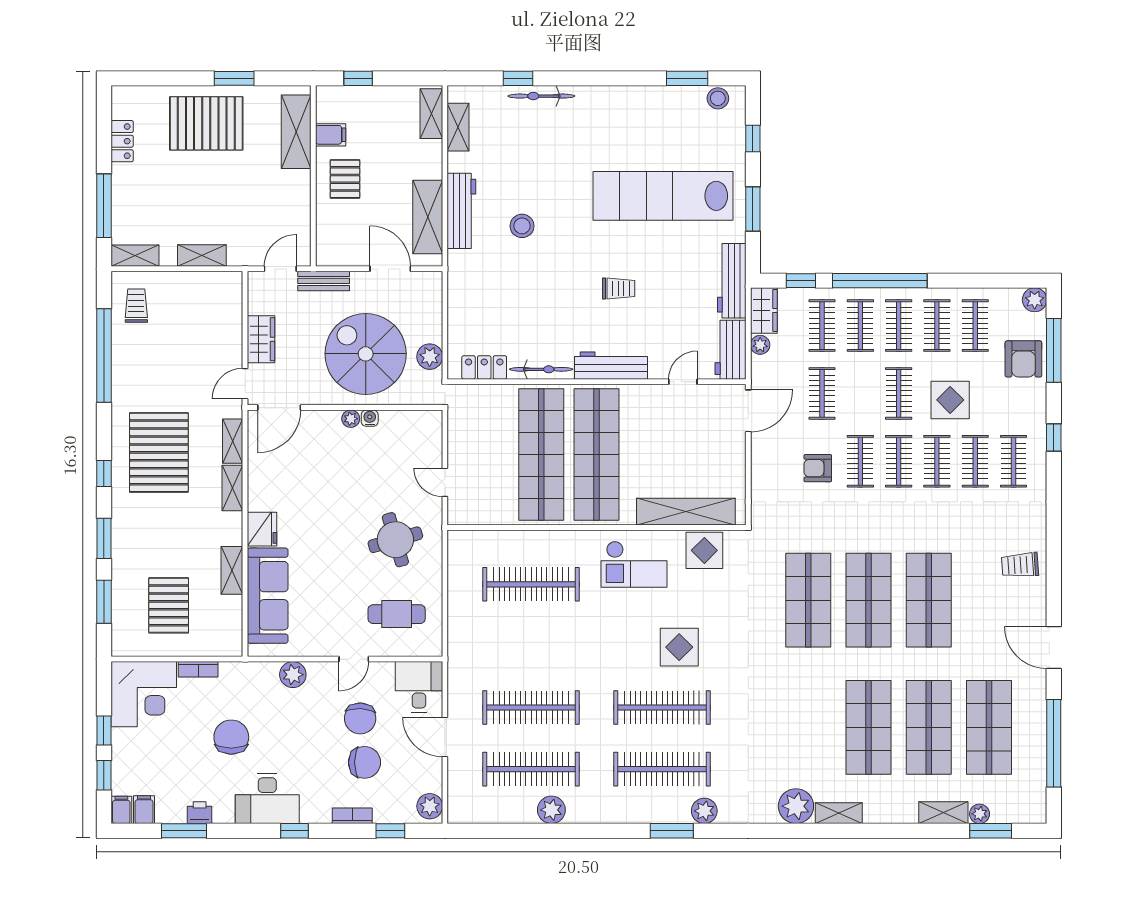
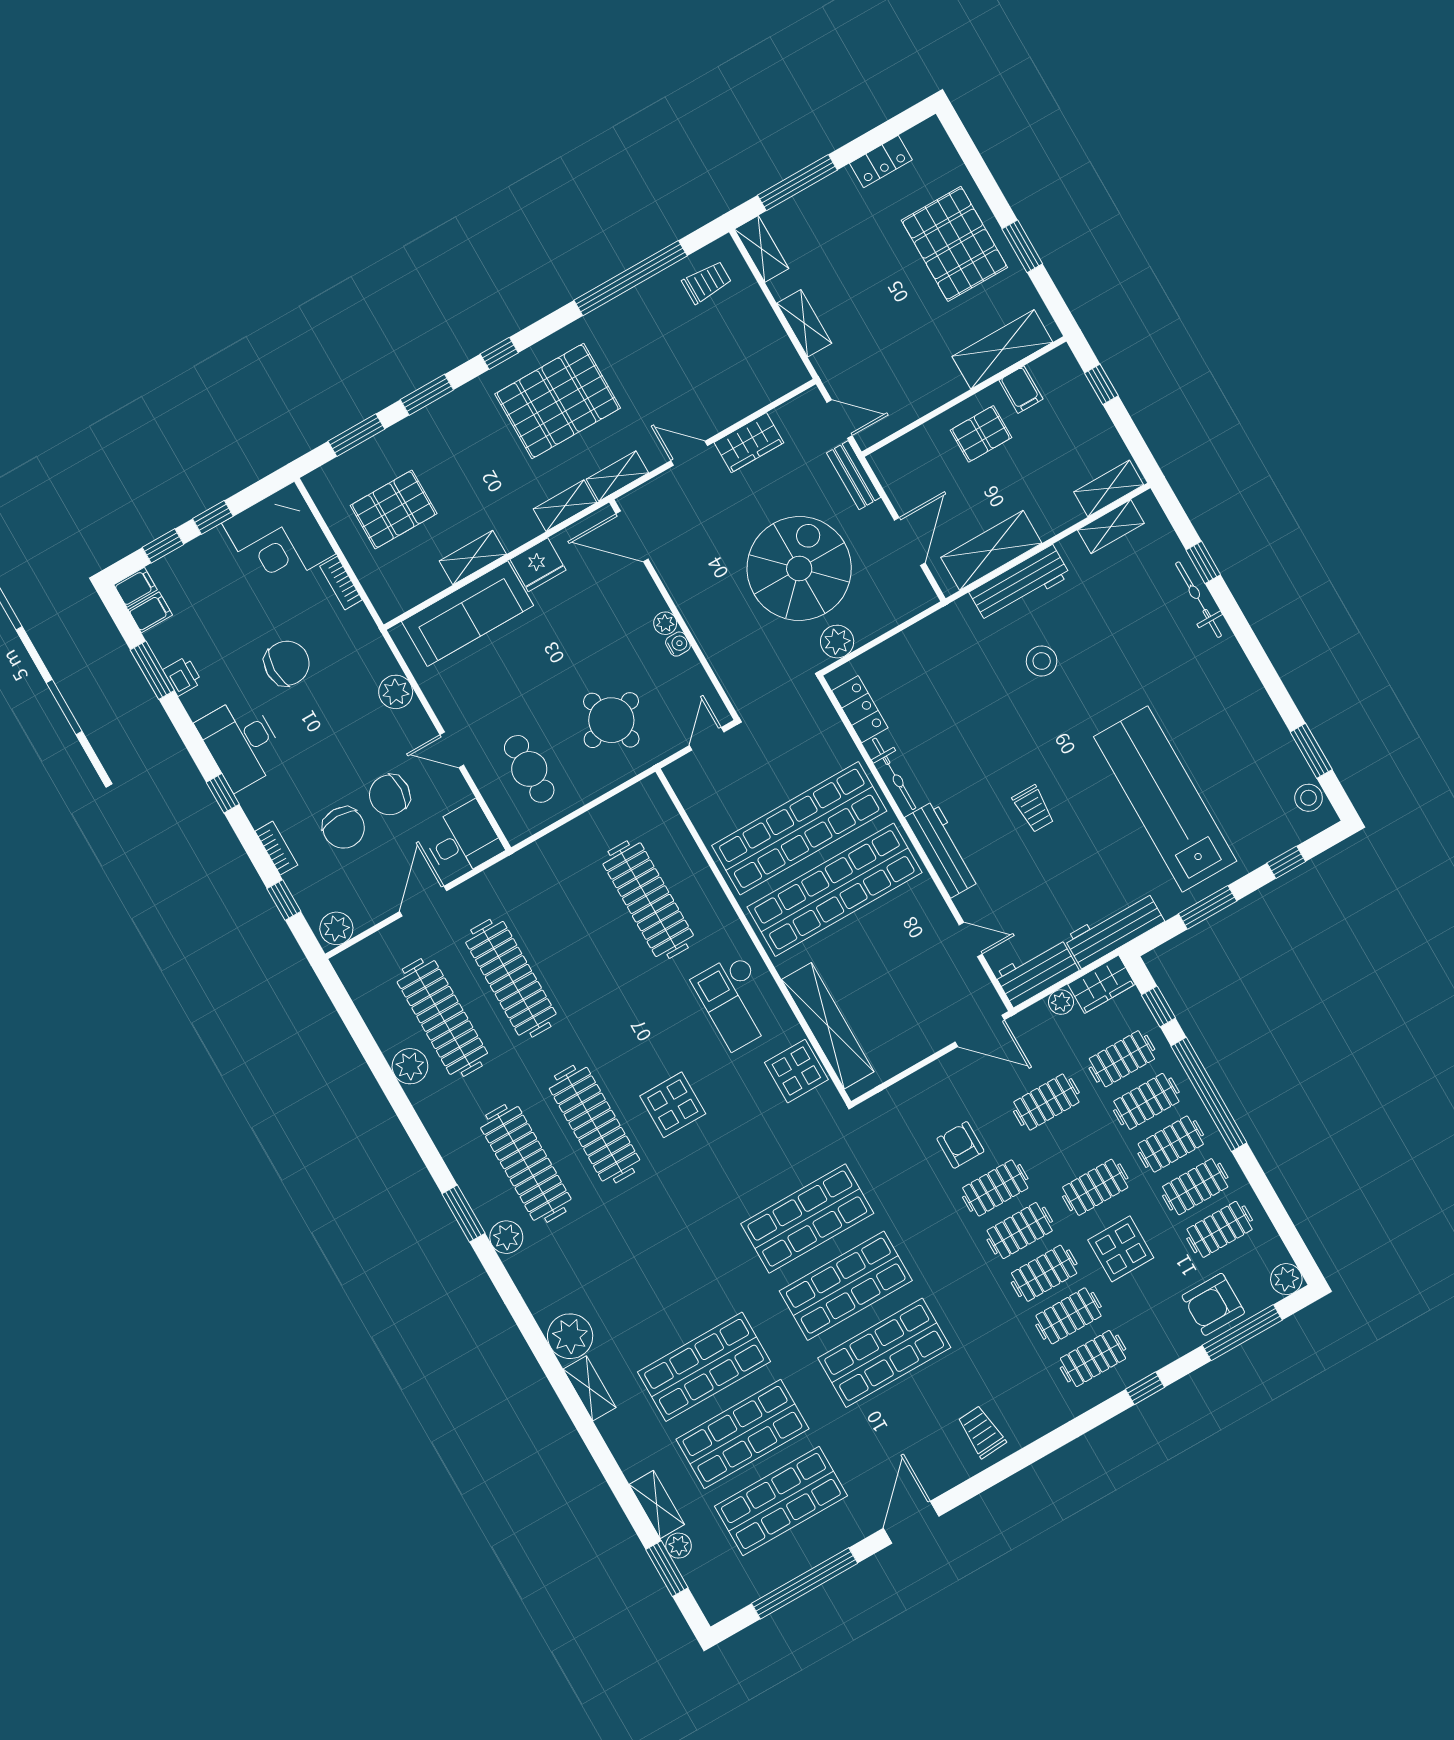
door: (279, 408) -> (632, 536), moved
wall: (345, 408) -> (674, 610), moved
water cooler: (370, 418) -> (678, 644), moved
plant: (351, 419) -> (665, 623), moved

